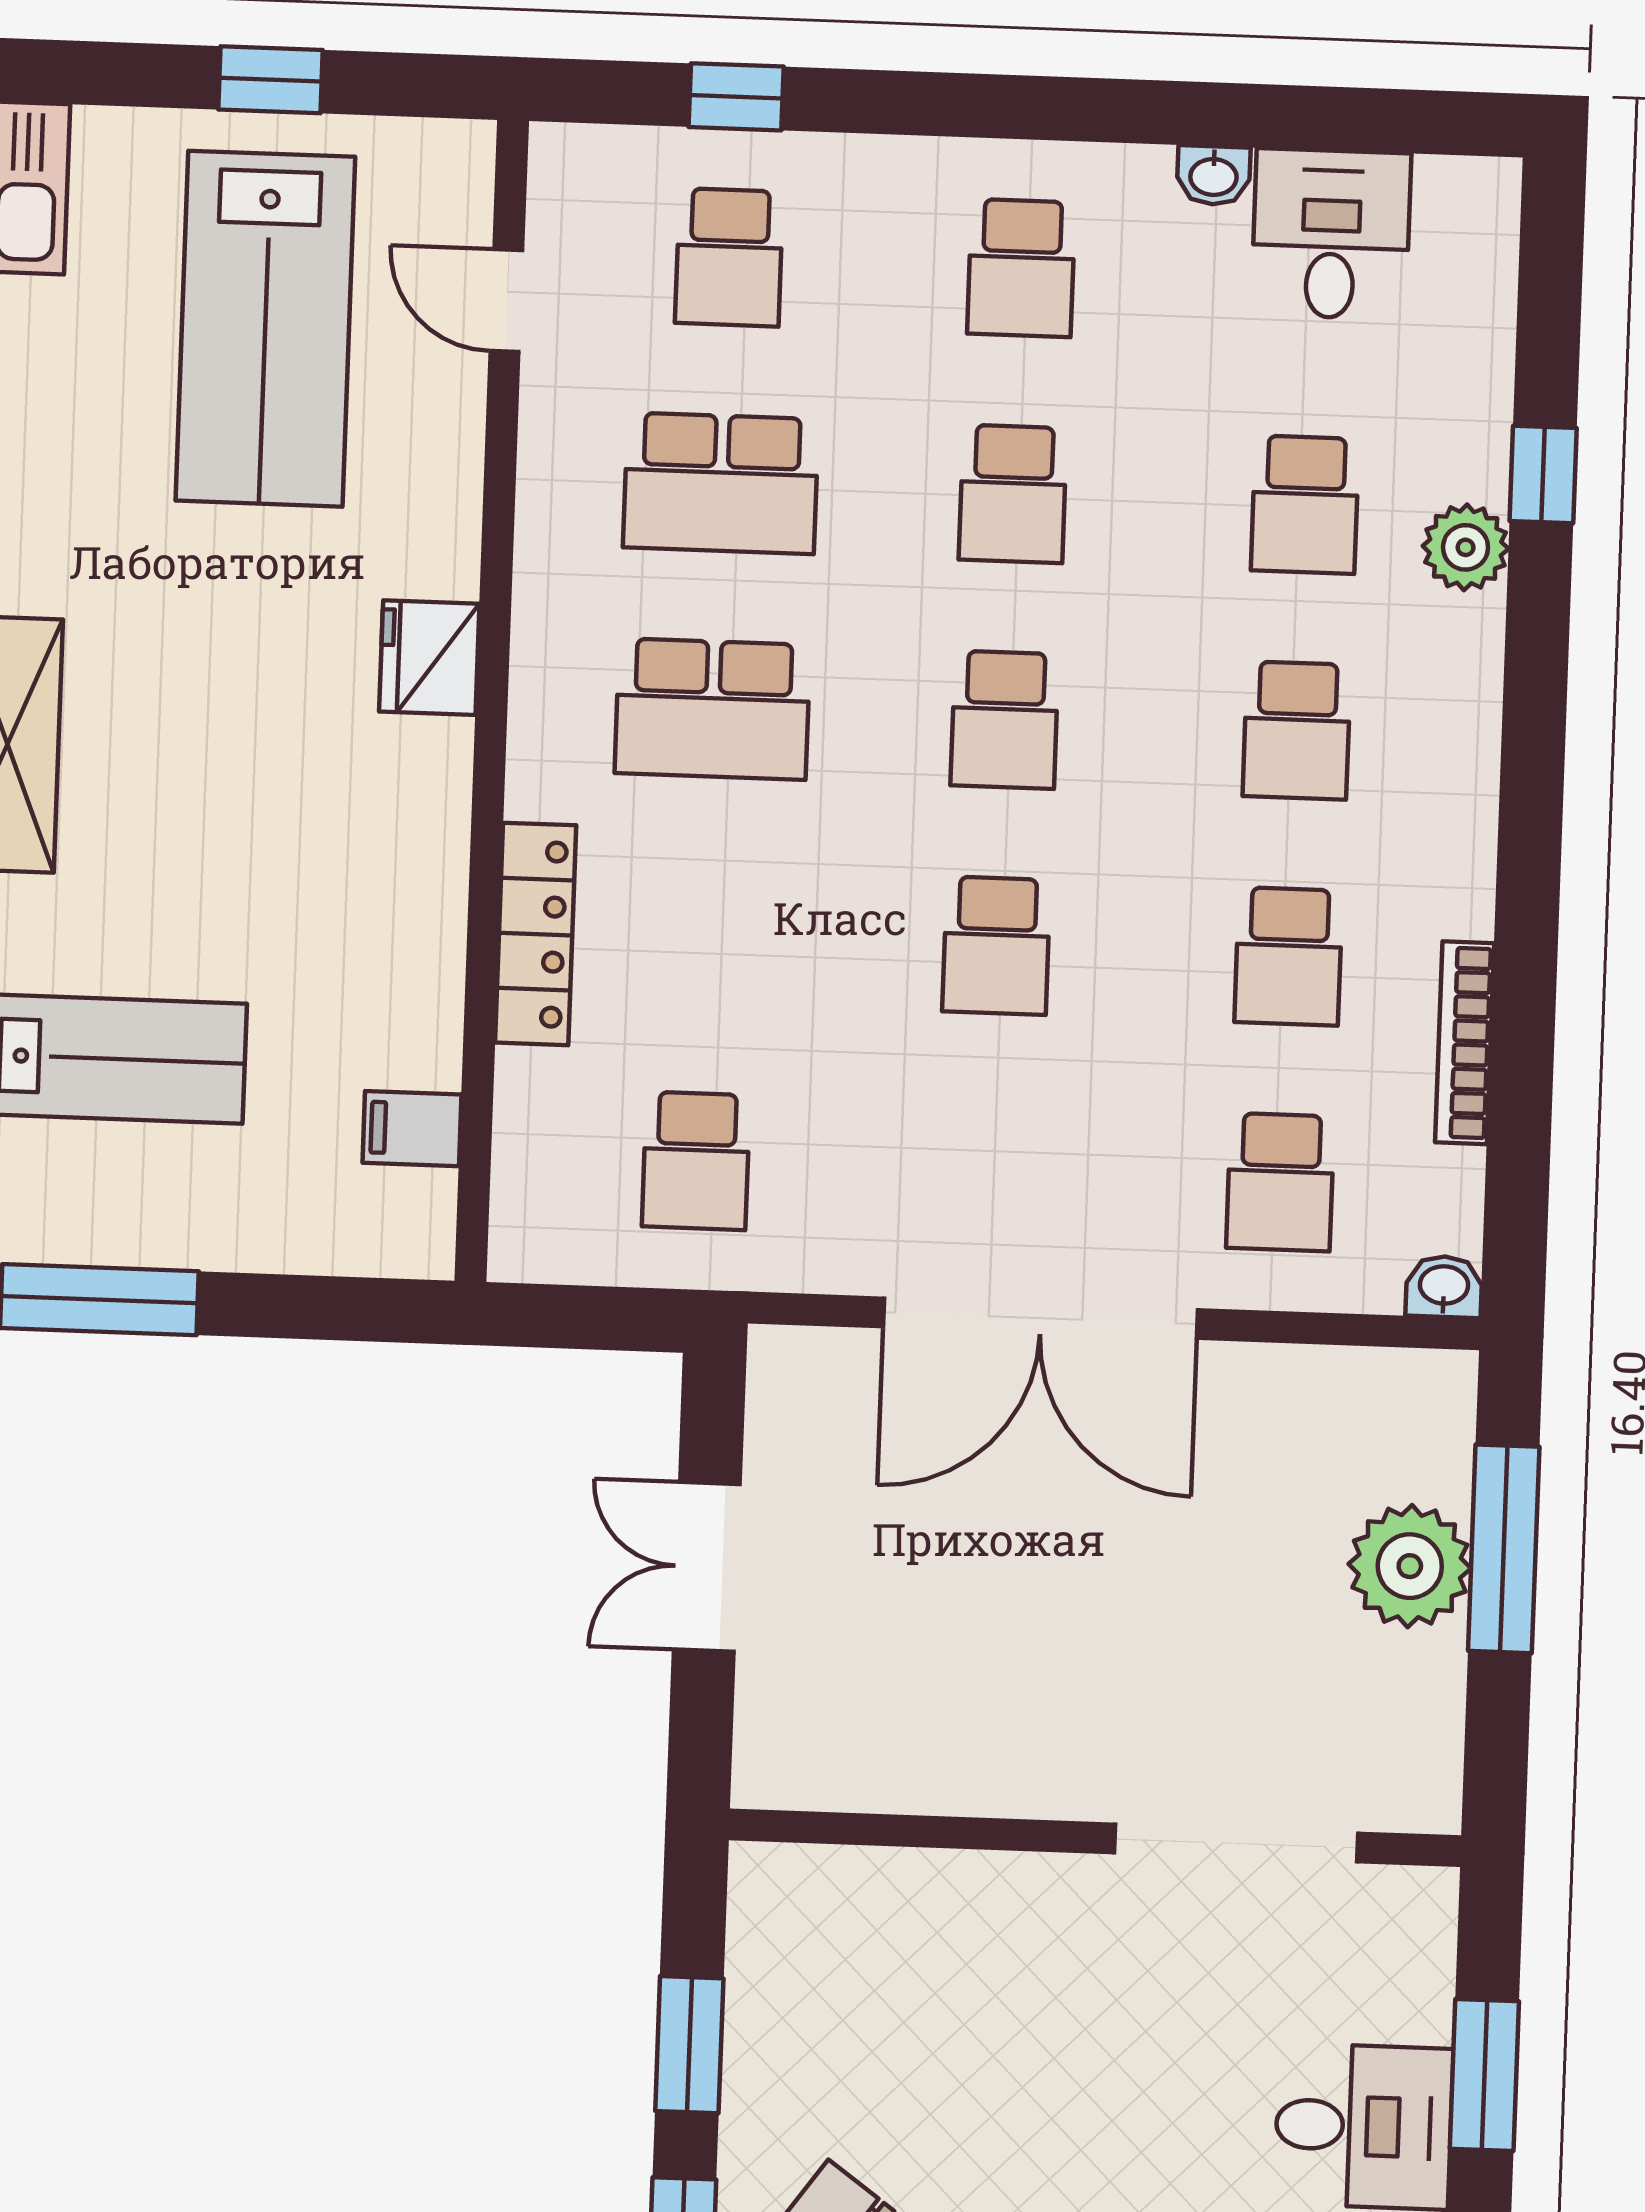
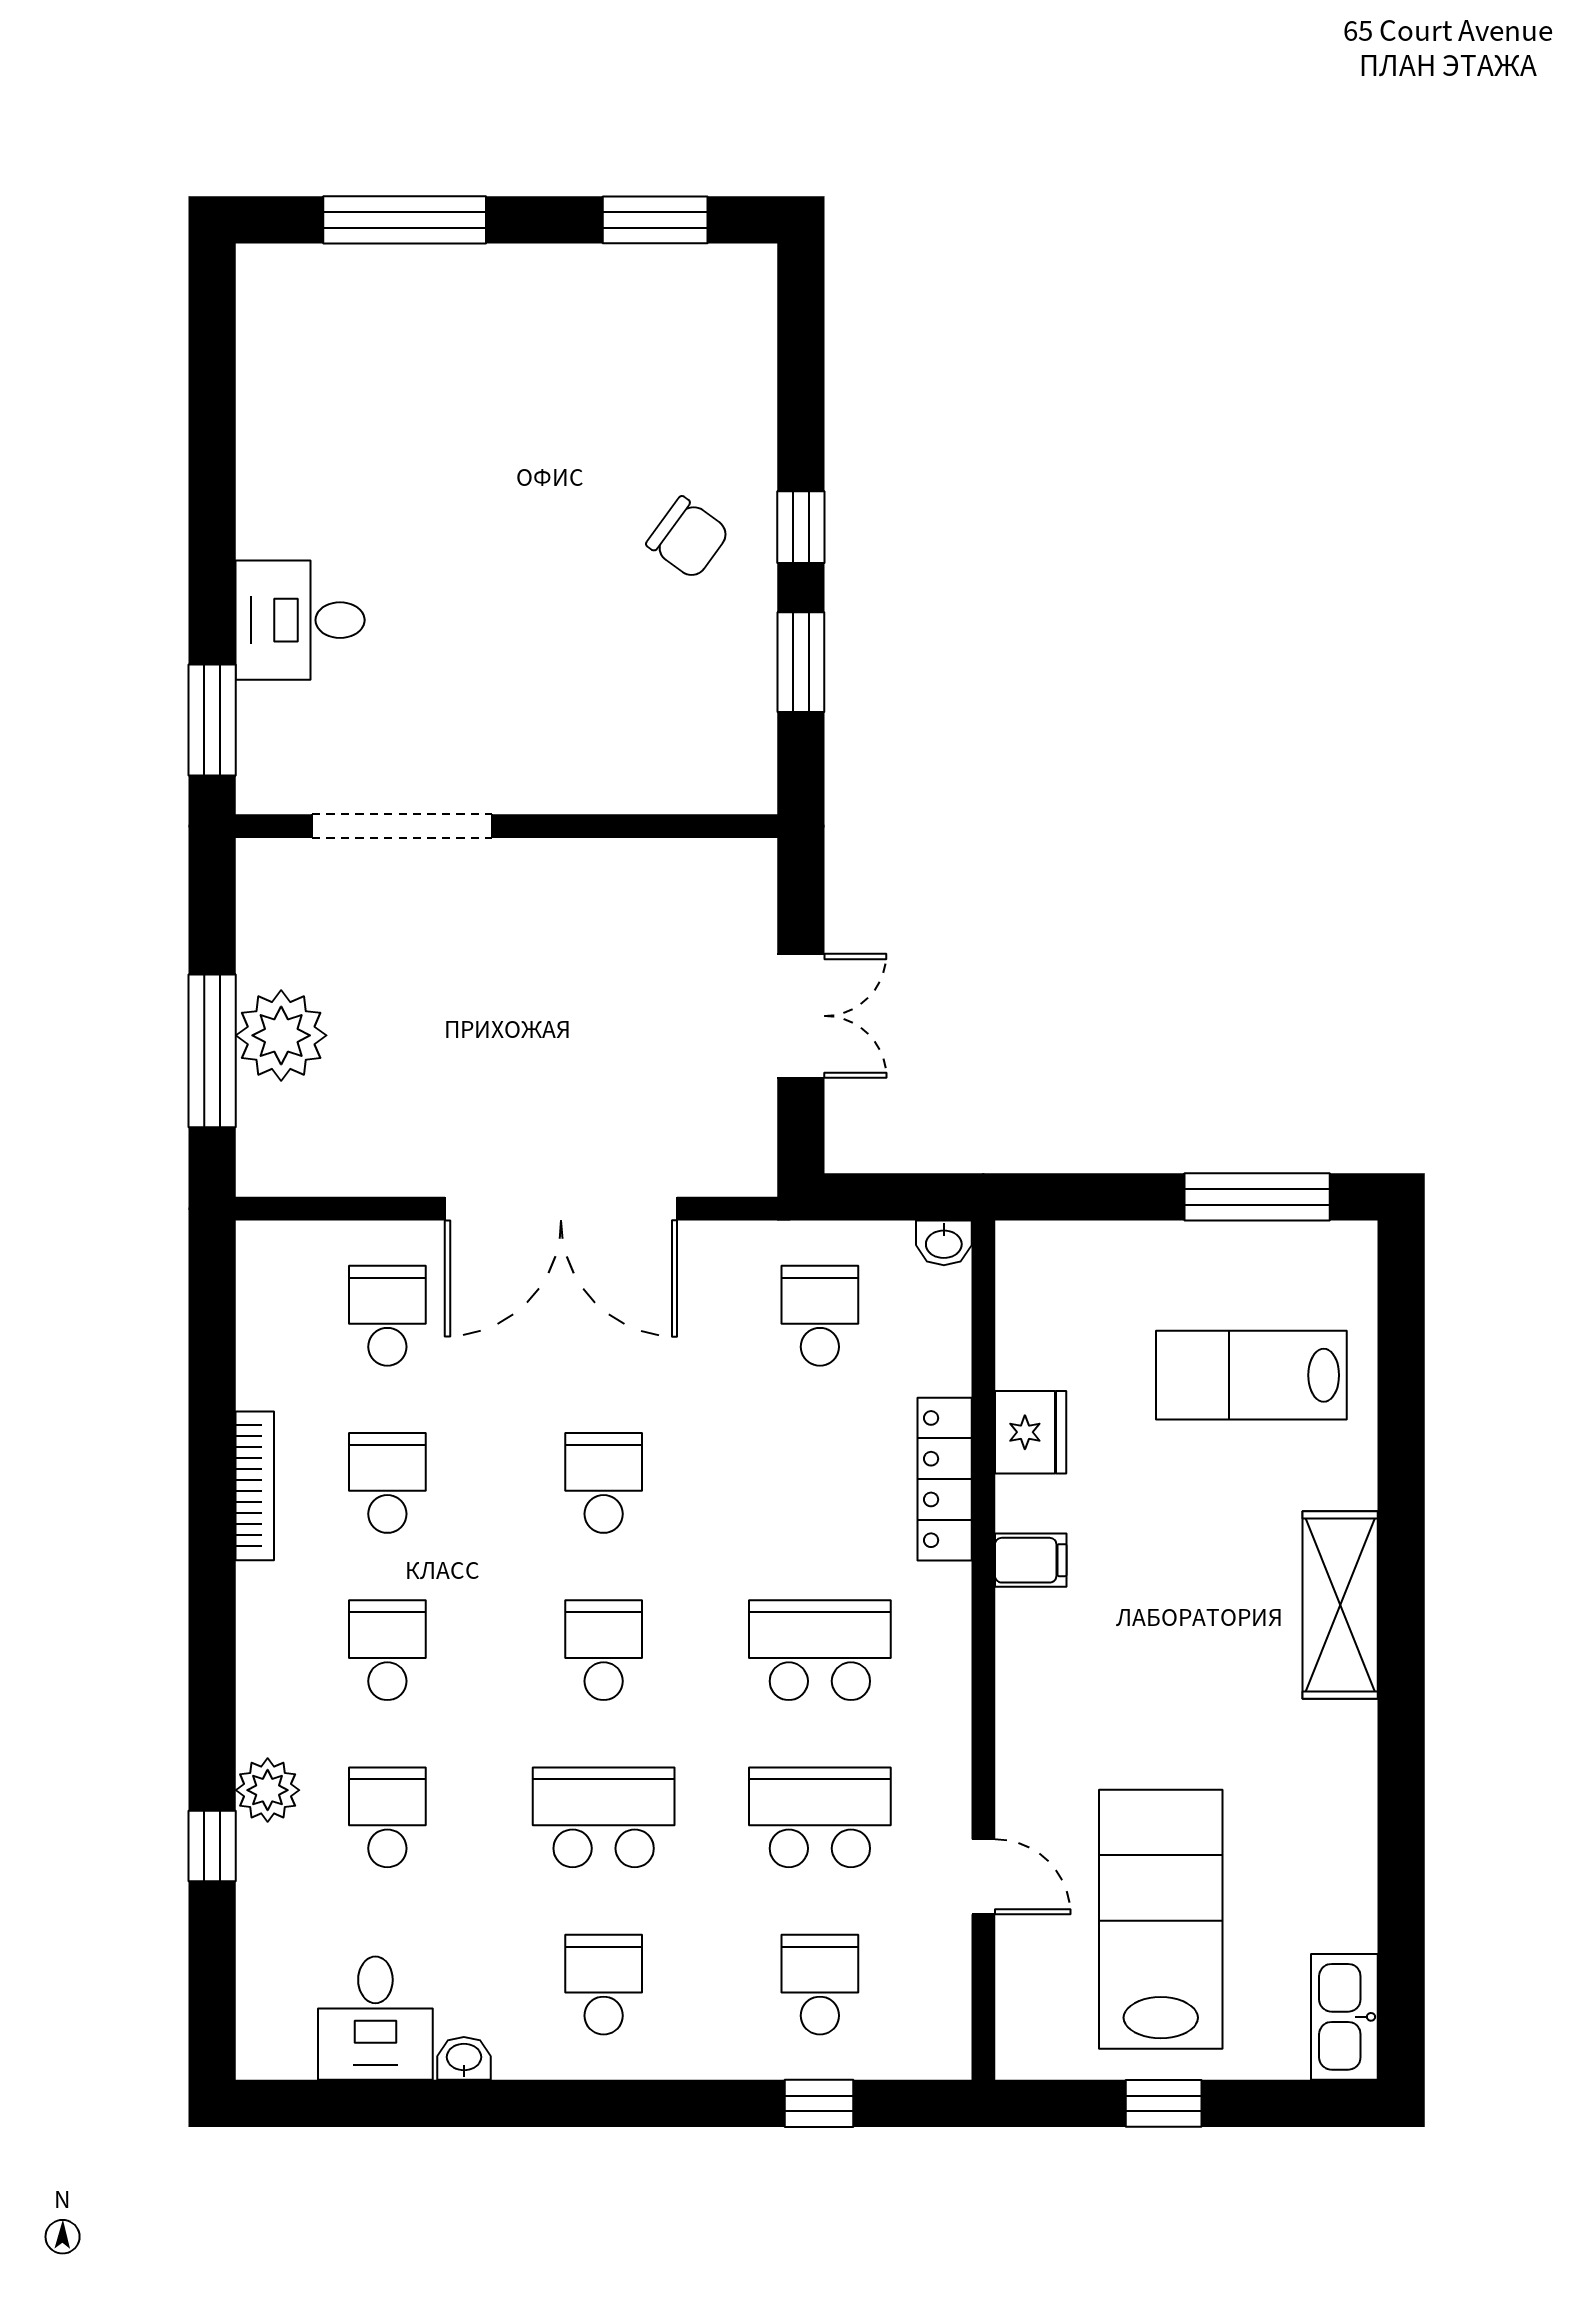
door: (506, 301) -> (983, 1877), moved
school desk: (1013, 494) -> (604, 1817), width x1.85
fridge: (429, 658) -> (1031, 1432), moved
bookcase: (1465, 1043) -> (255, 1486), moved
filing cabinet: (412, 1129) -> (1031, 1560), moved
washbasin: (1444, 1287) -> (944, 1243), moved
double door: (1040, 1318) -> (561, 1209), swing flipped
window: (1484, 2075) -> (212, 720), moved

